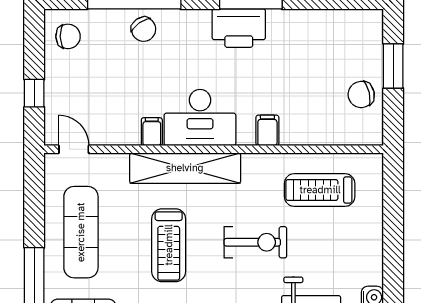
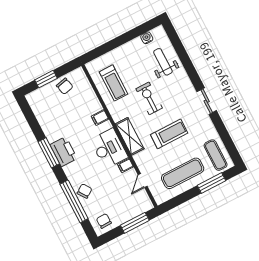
window: (34, 93) -> (135, 223), width x2.17
door: (74, 149) -> (143, 181), moved
shelving: (185, 168) -> (130, 136), width x0.68

